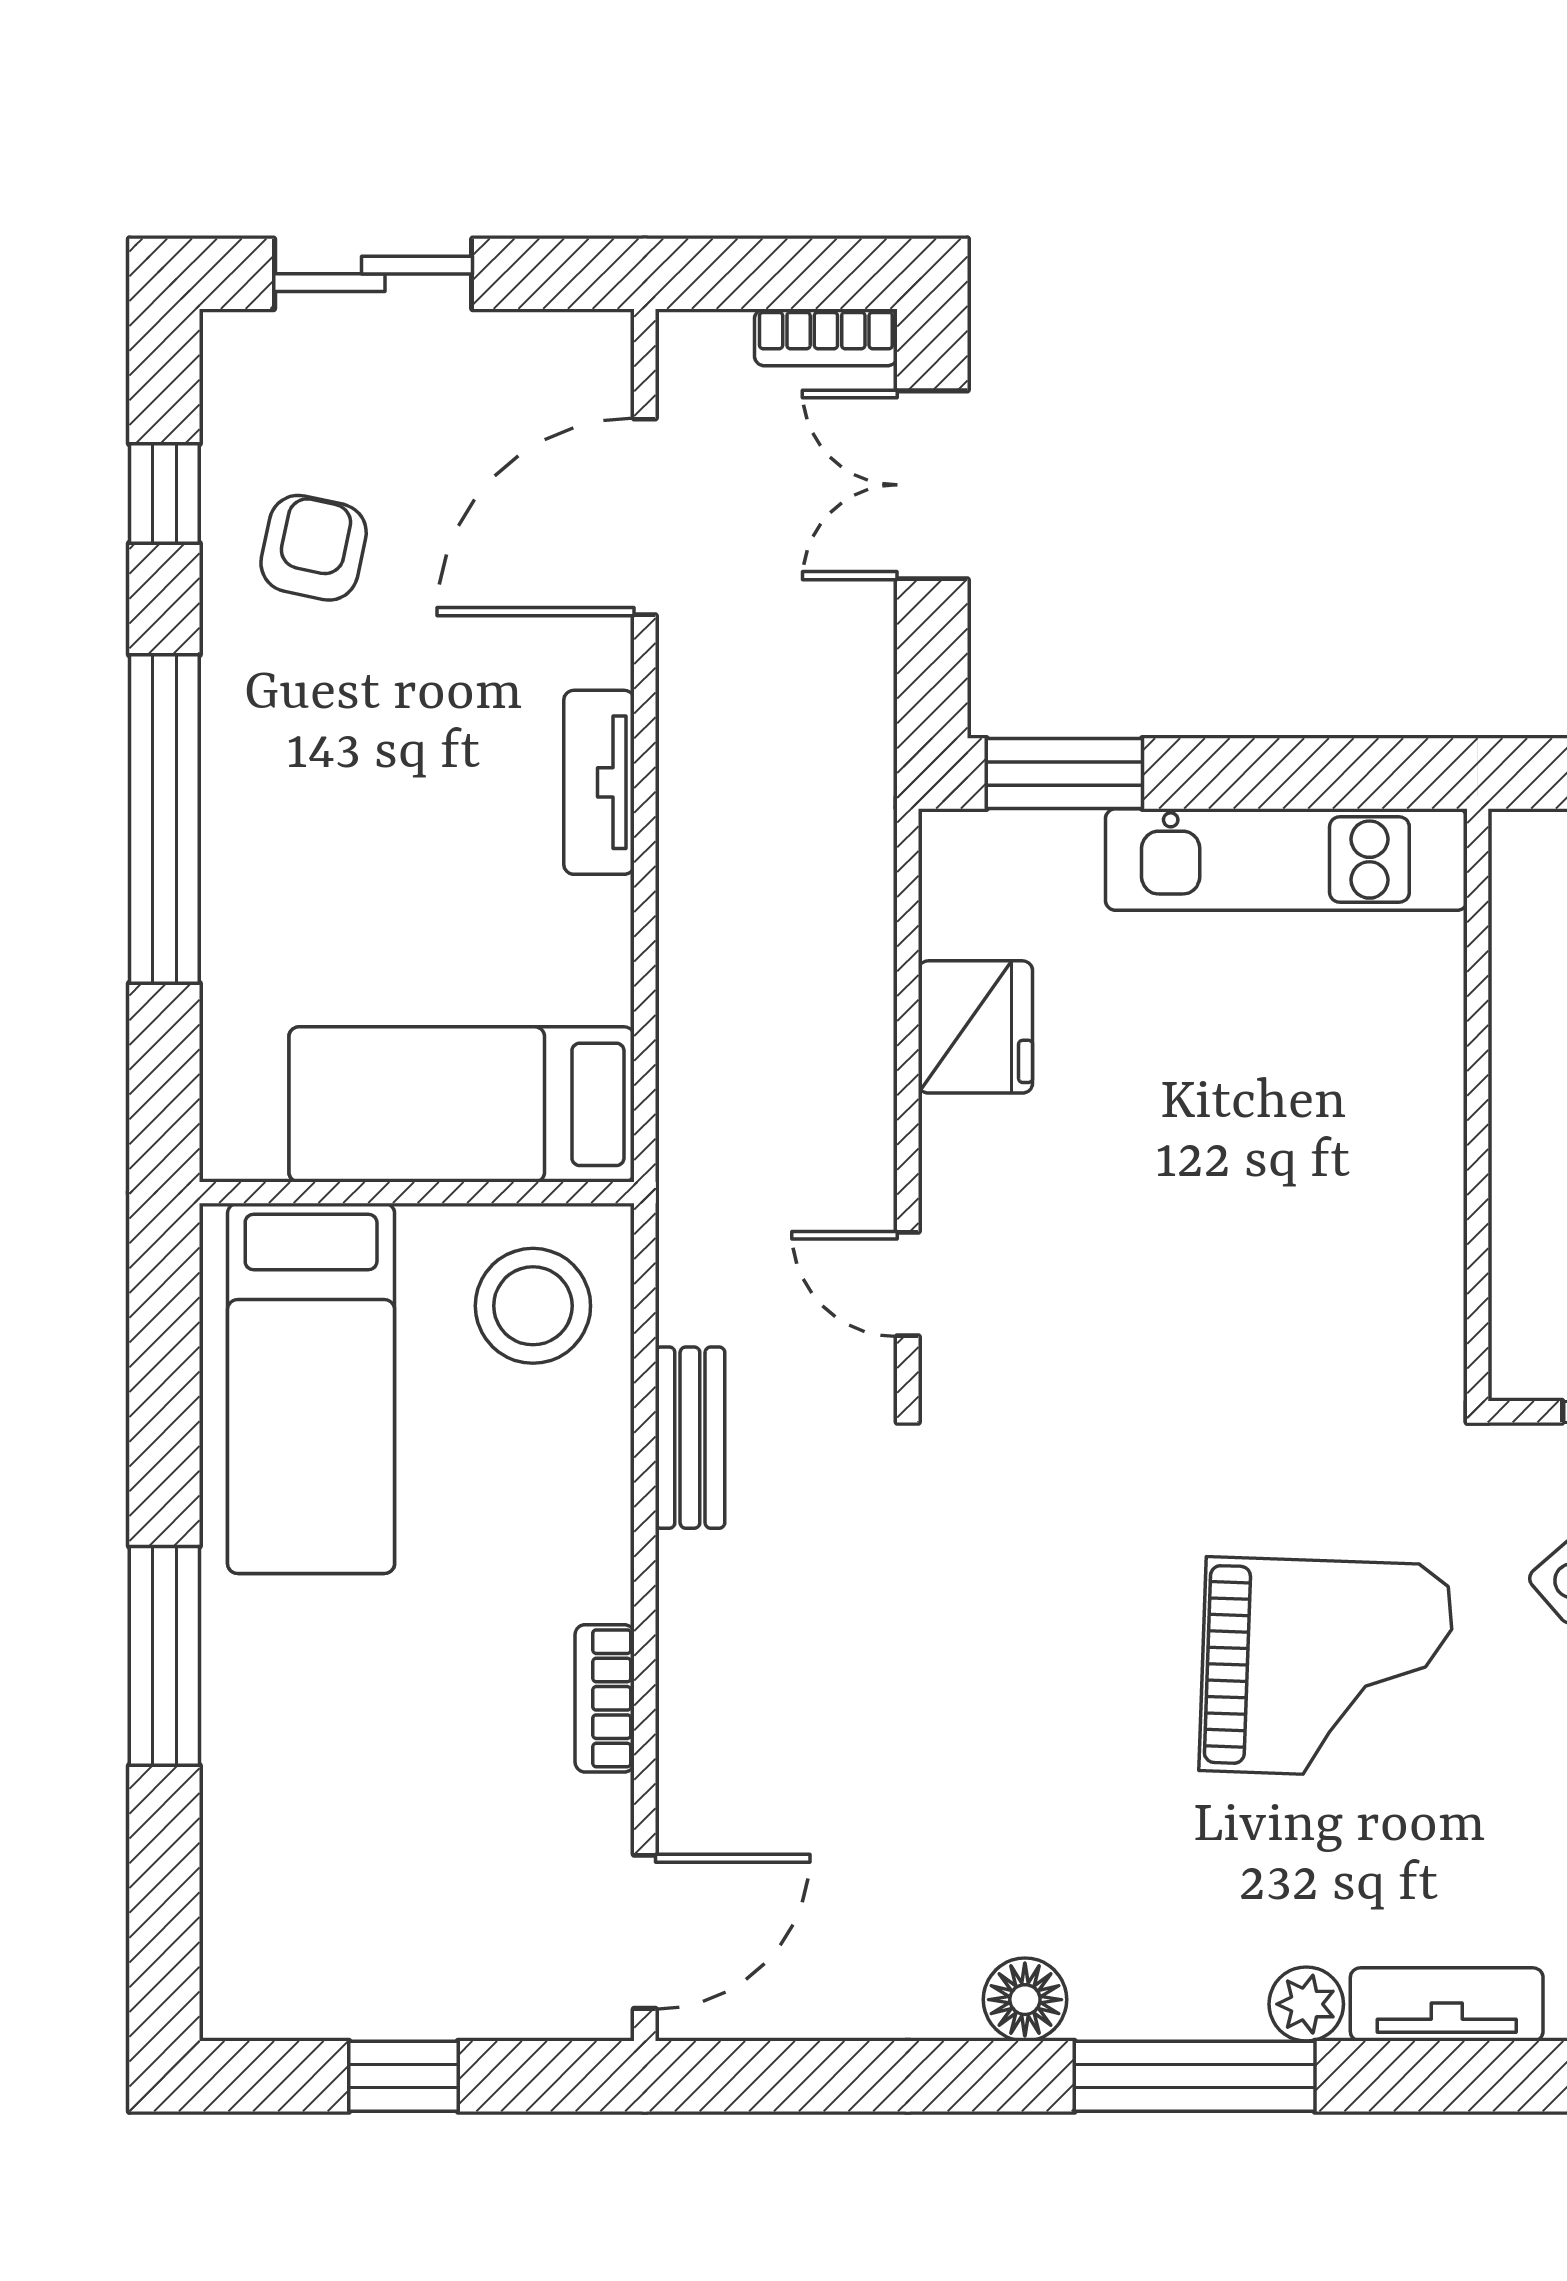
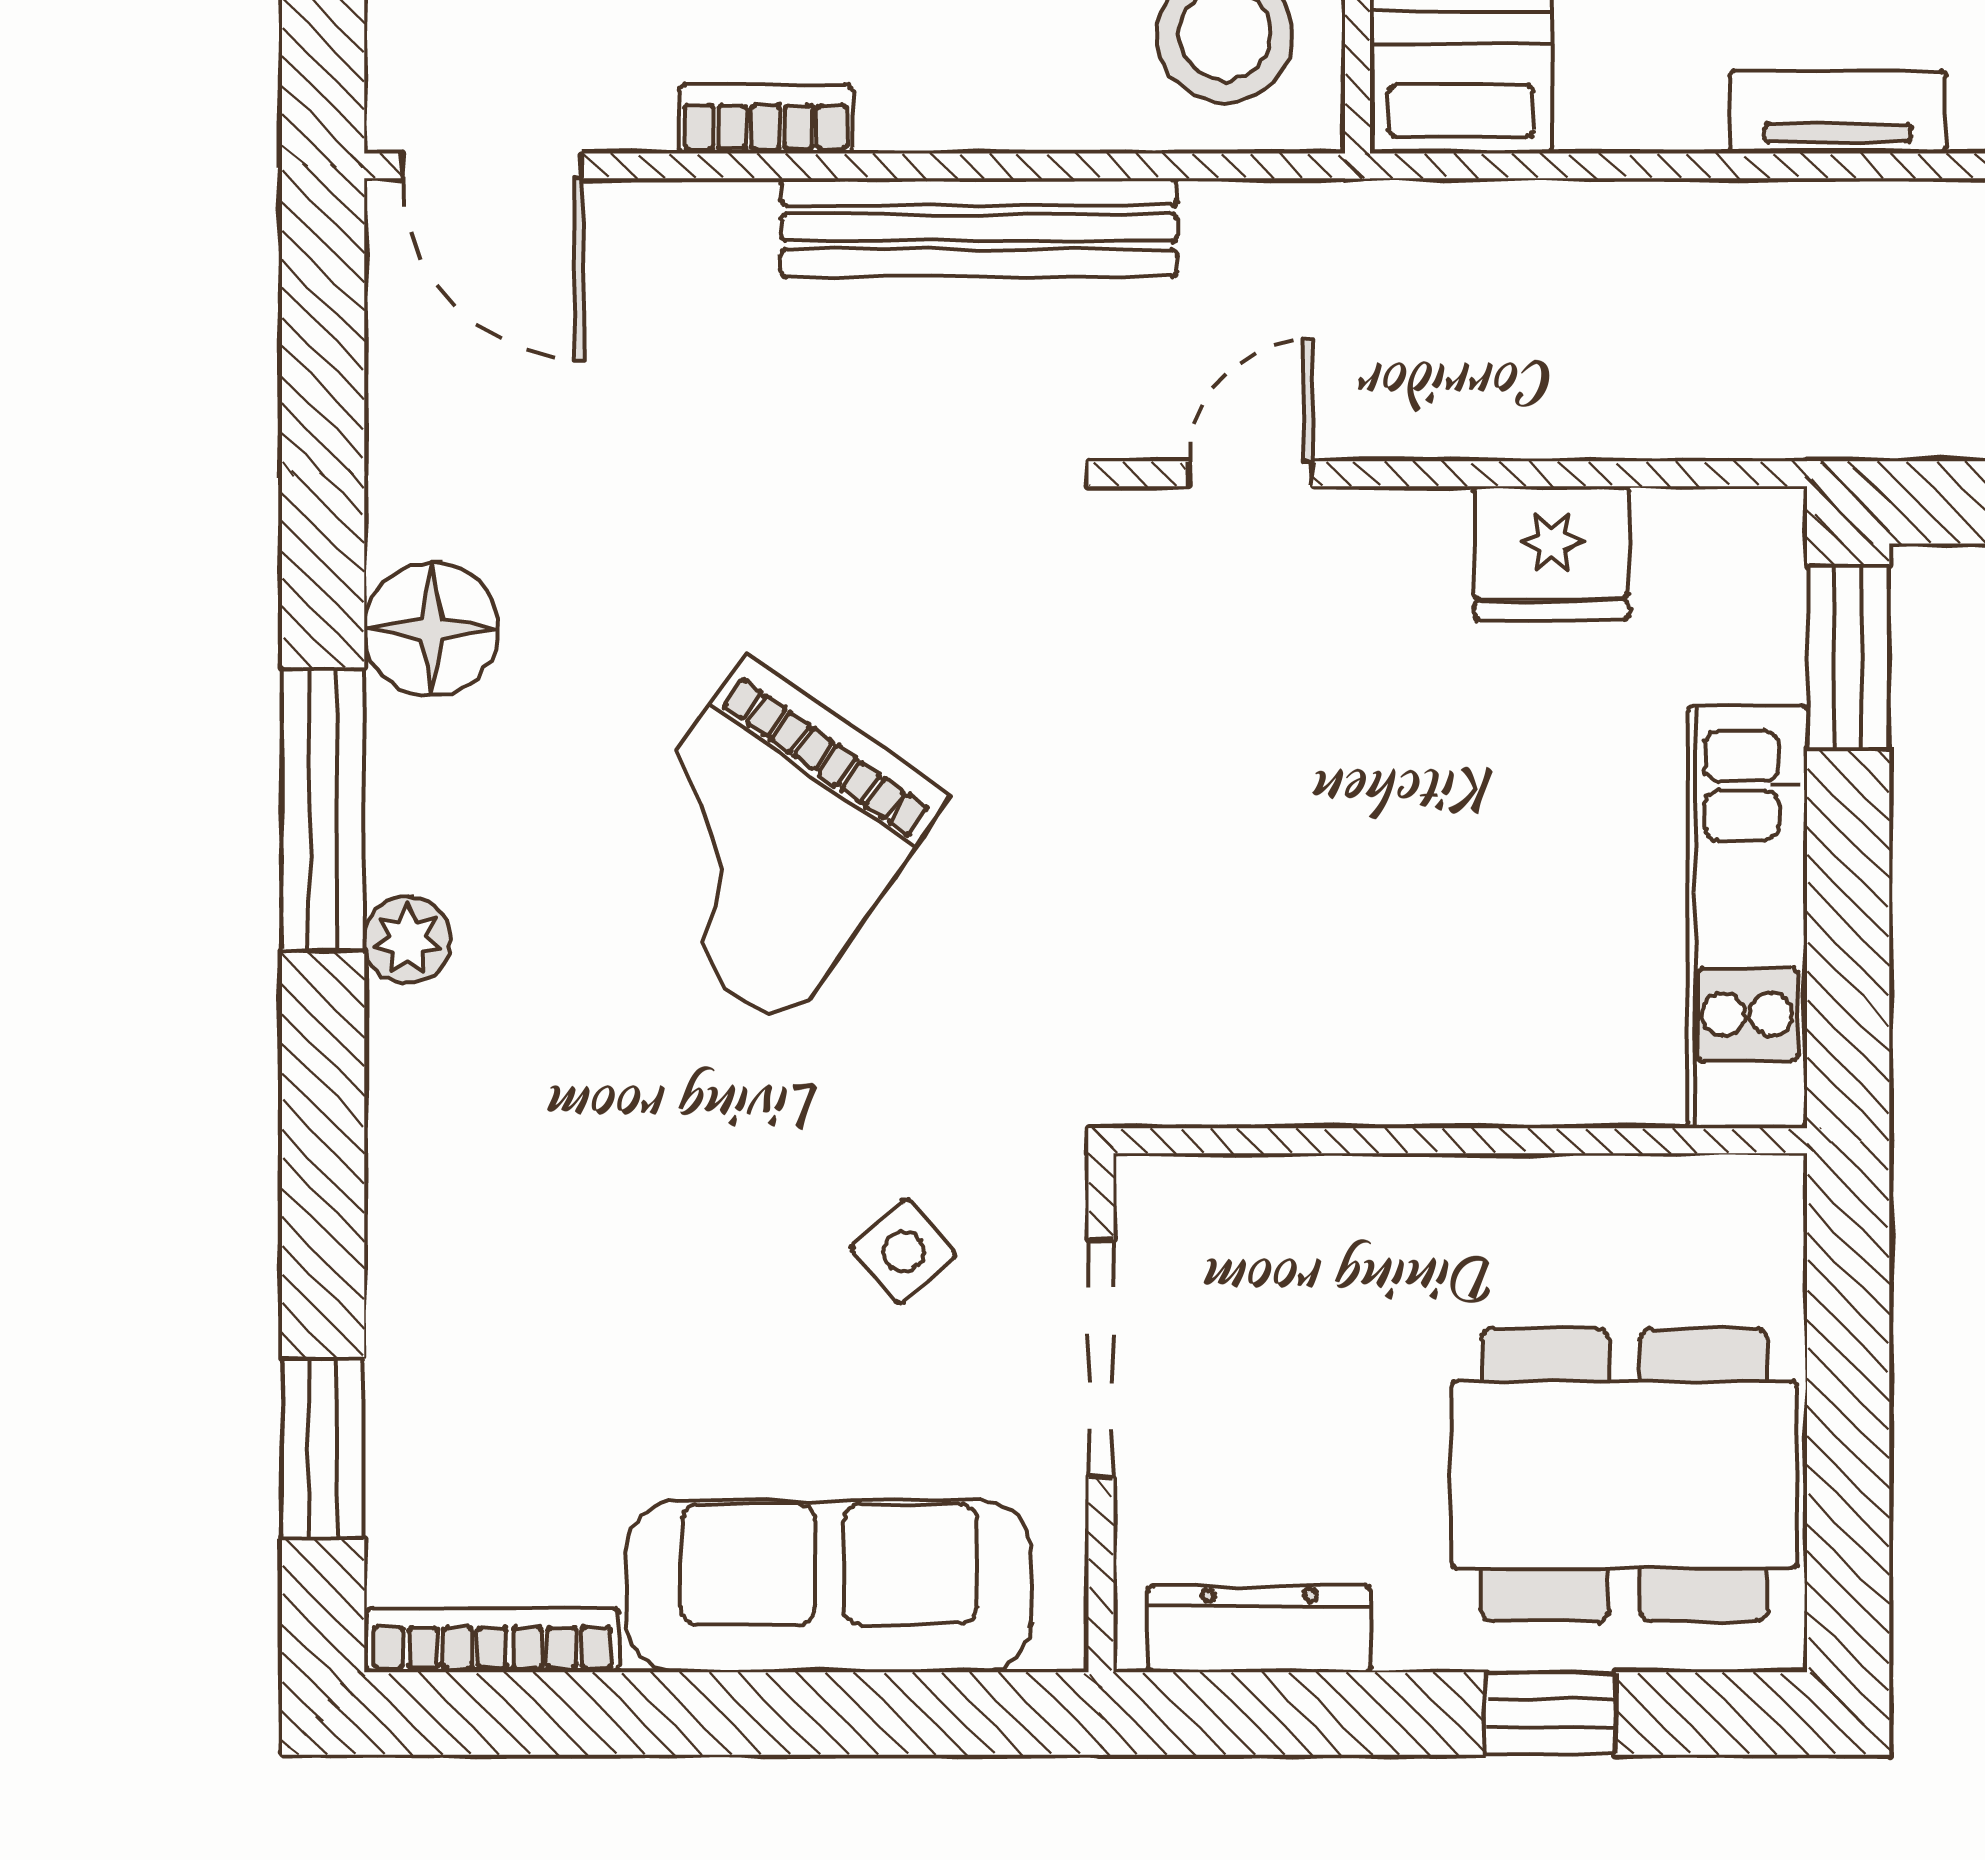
bench: (690, 1438) -> (979, 227), width x1.86, depth x1.21
grand piano: (1326, 1668) -> (766, 843), moved, turned 33
floor lamp: (1025, 2000) -> (431, 629), width x1.38, depth x1.38
tv unit: (1447, 2004) -> (407, 1105), removed

